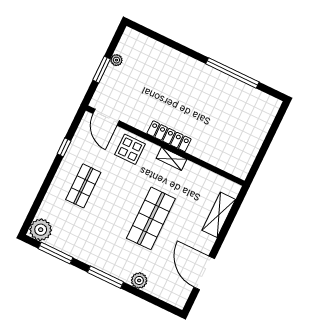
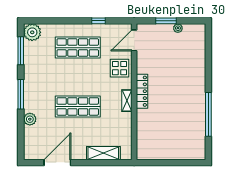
shop shelf: (83, 186) -> (78, 48), width x1.43, depth x1.36

